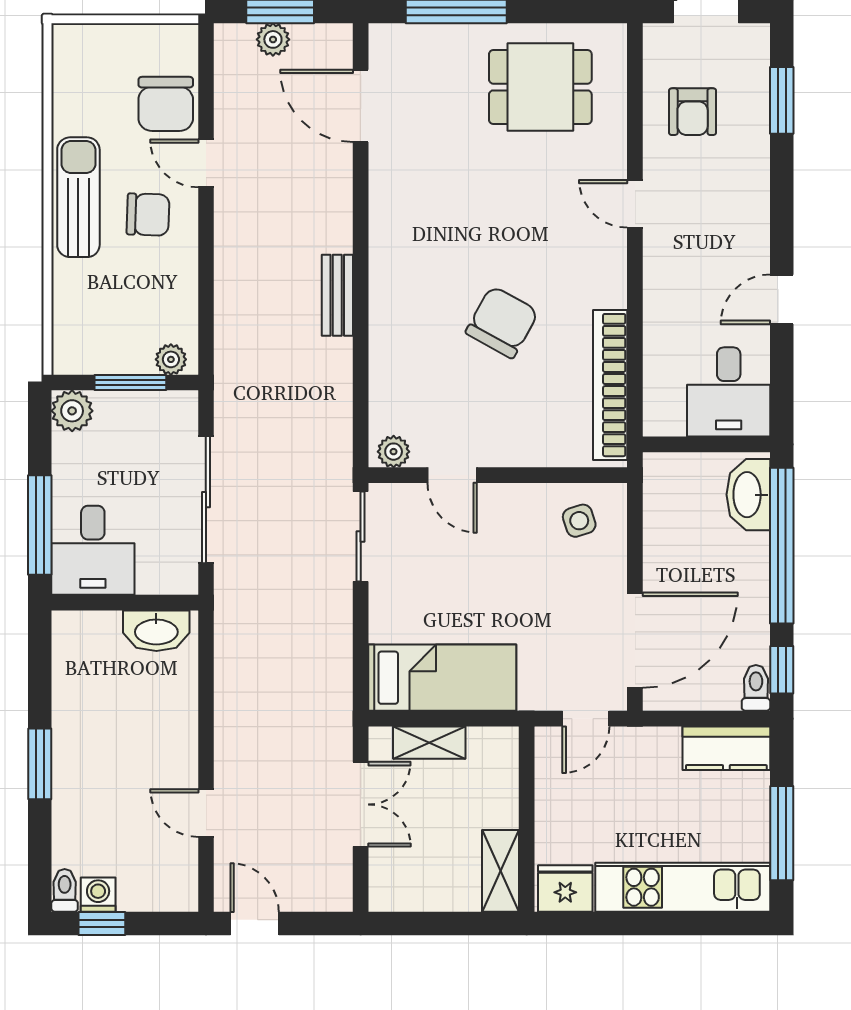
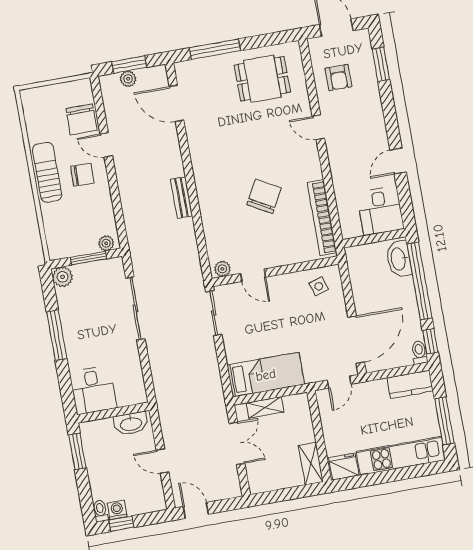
desk: (93, 550) -> (93, 390), moved
wall: (125, 603) -> (113, 413), moved
washbasin: (156, 631) -> (131, 424), moved

